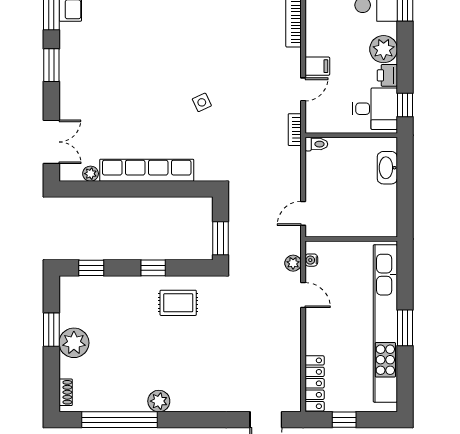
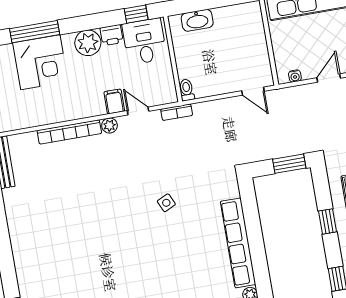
plant: (293, 263) -> (109, 125), moved

